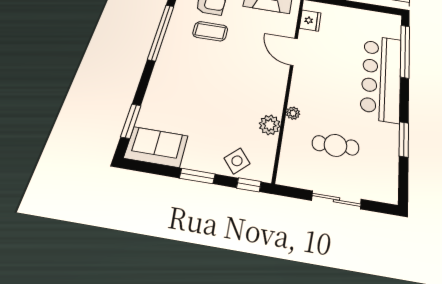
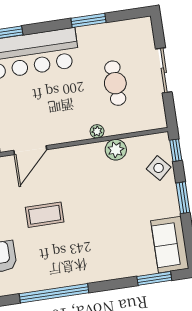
coffee table: (210, 31) -> (45, 215), moved, turned 90

